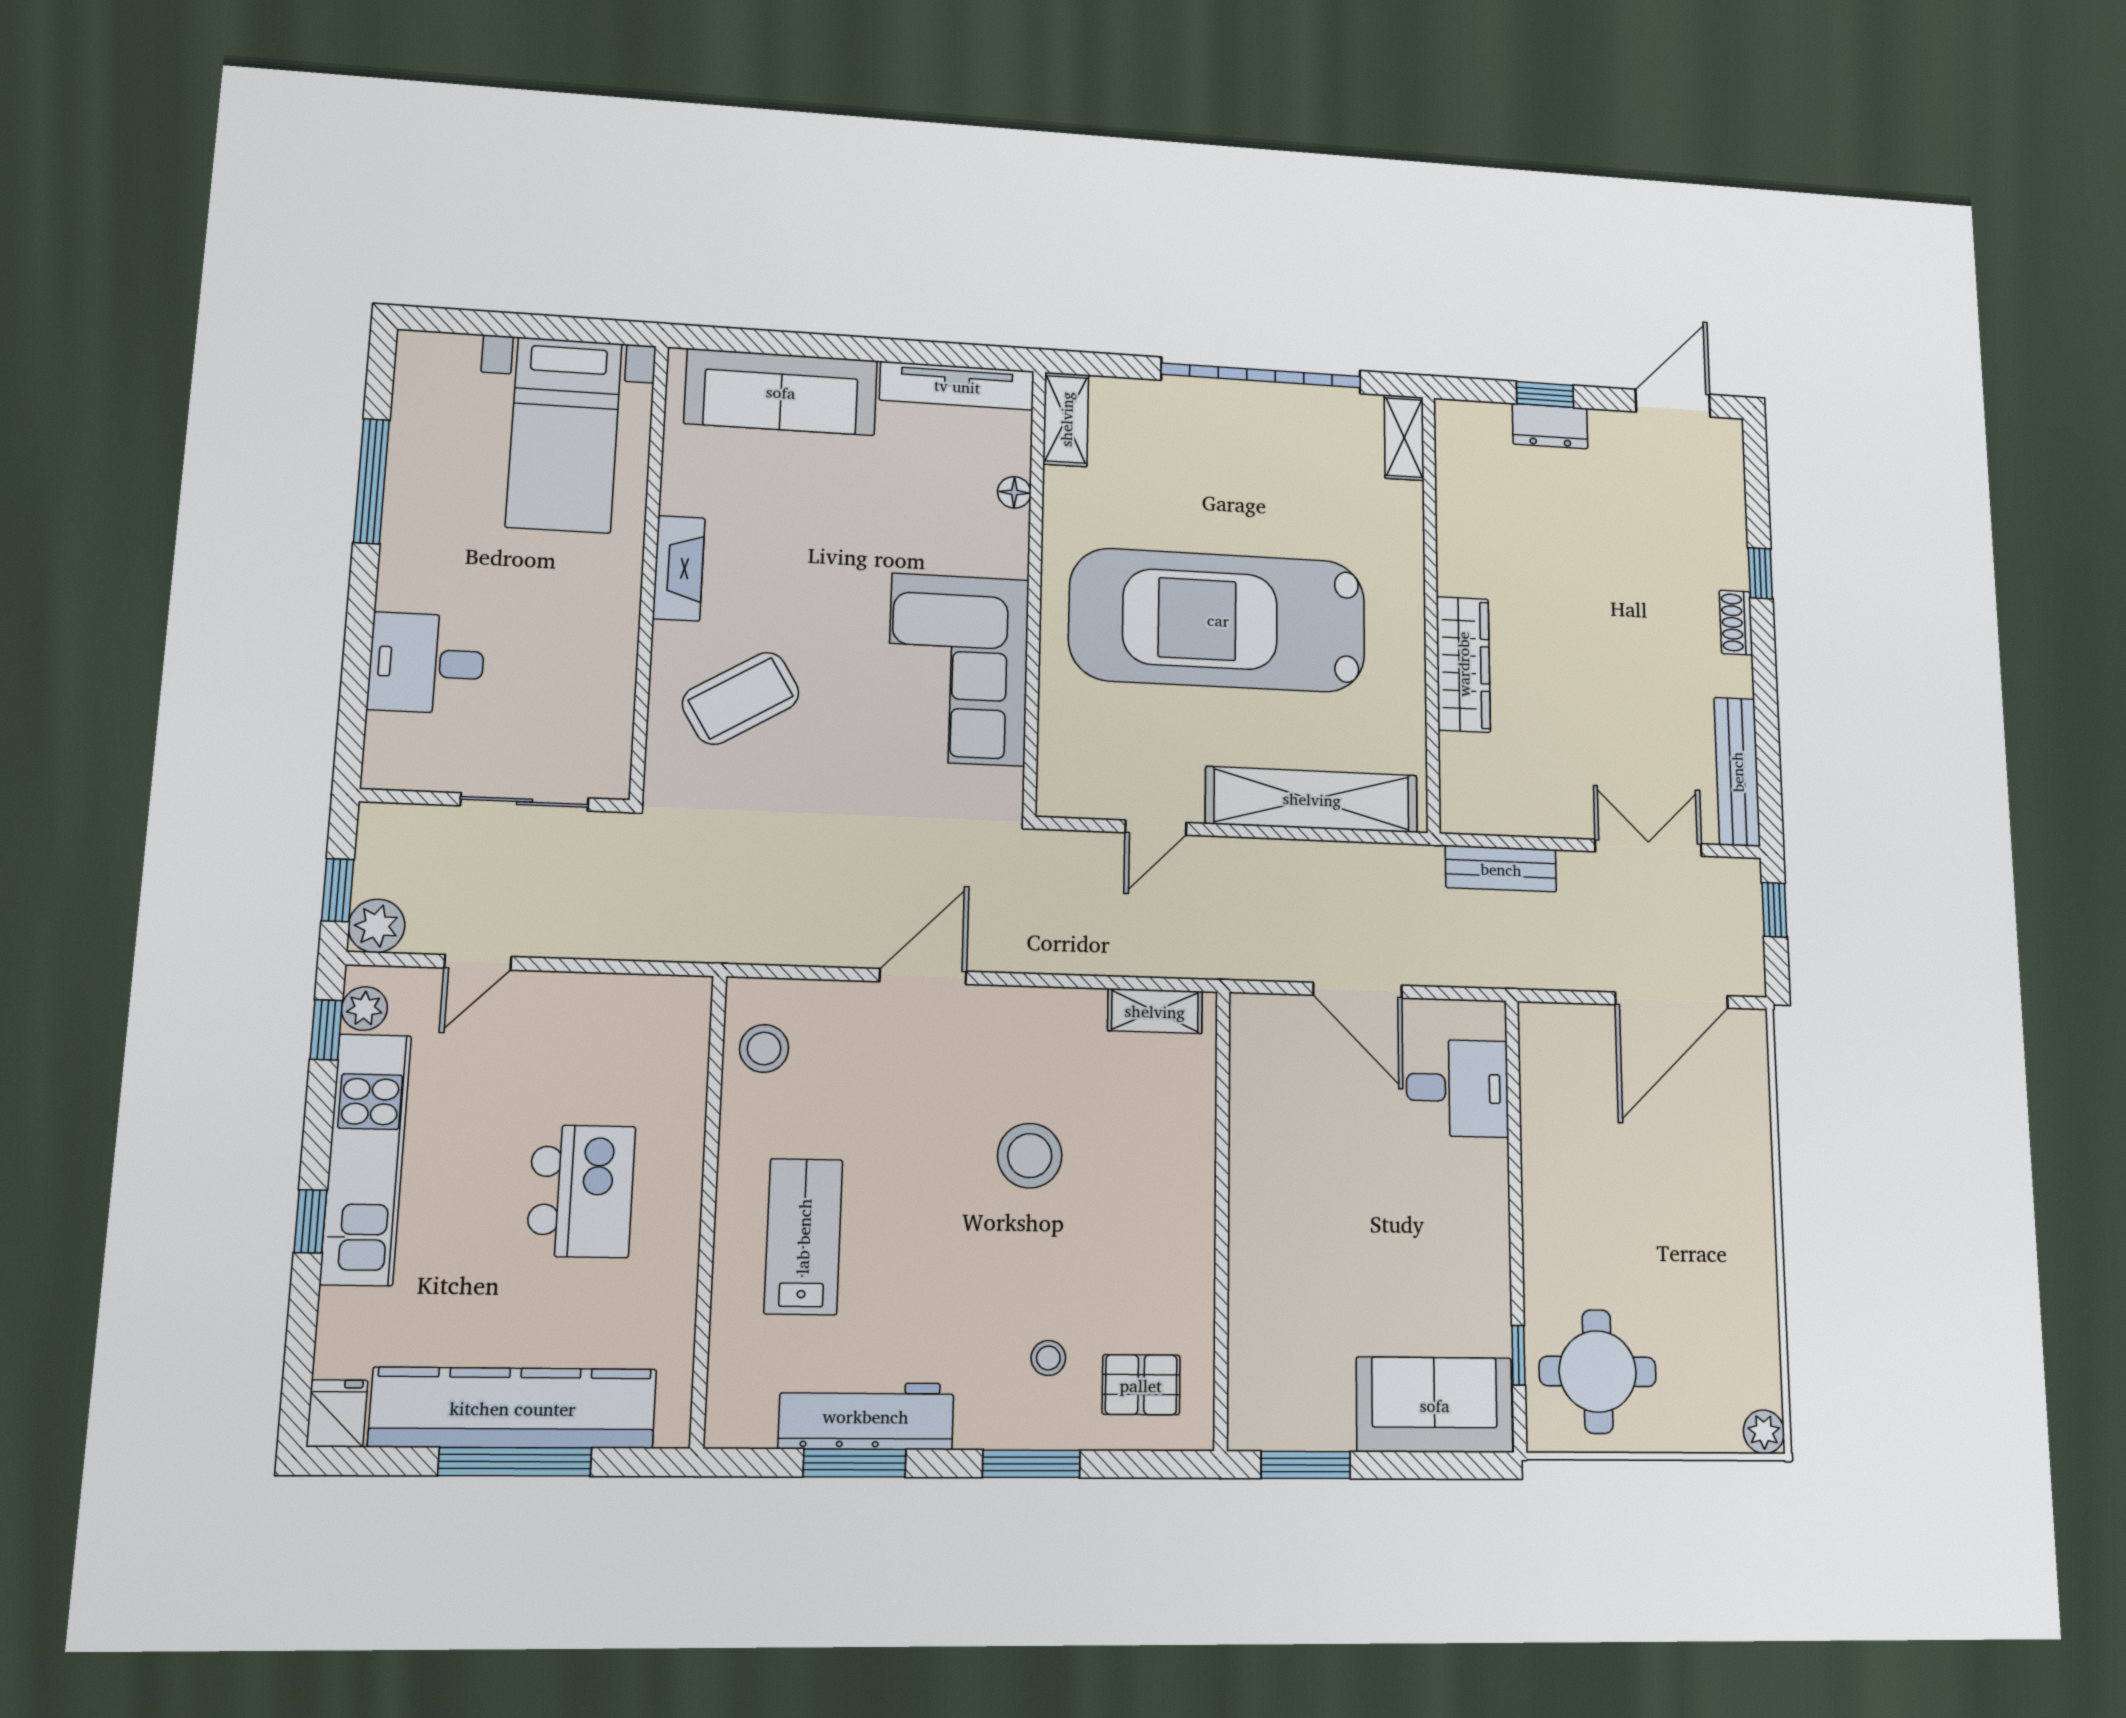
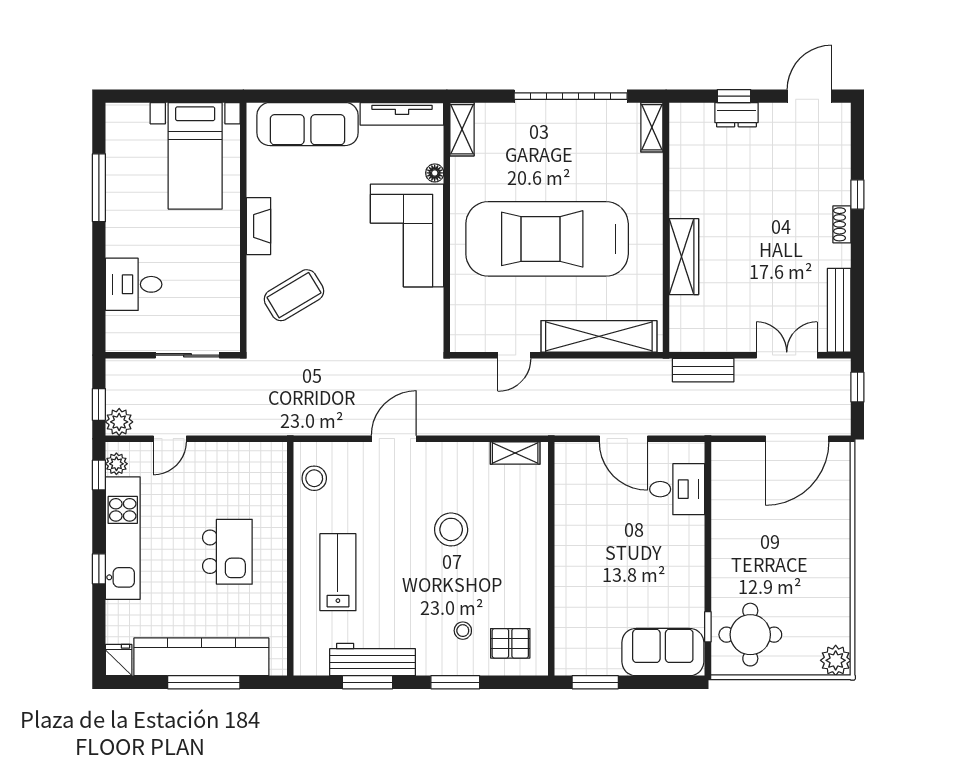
corner sofa: (958, 669) -> (407, 235), moved
plant: (1764, 1432) -> (836, 660), width x1.38, depth x1.38

